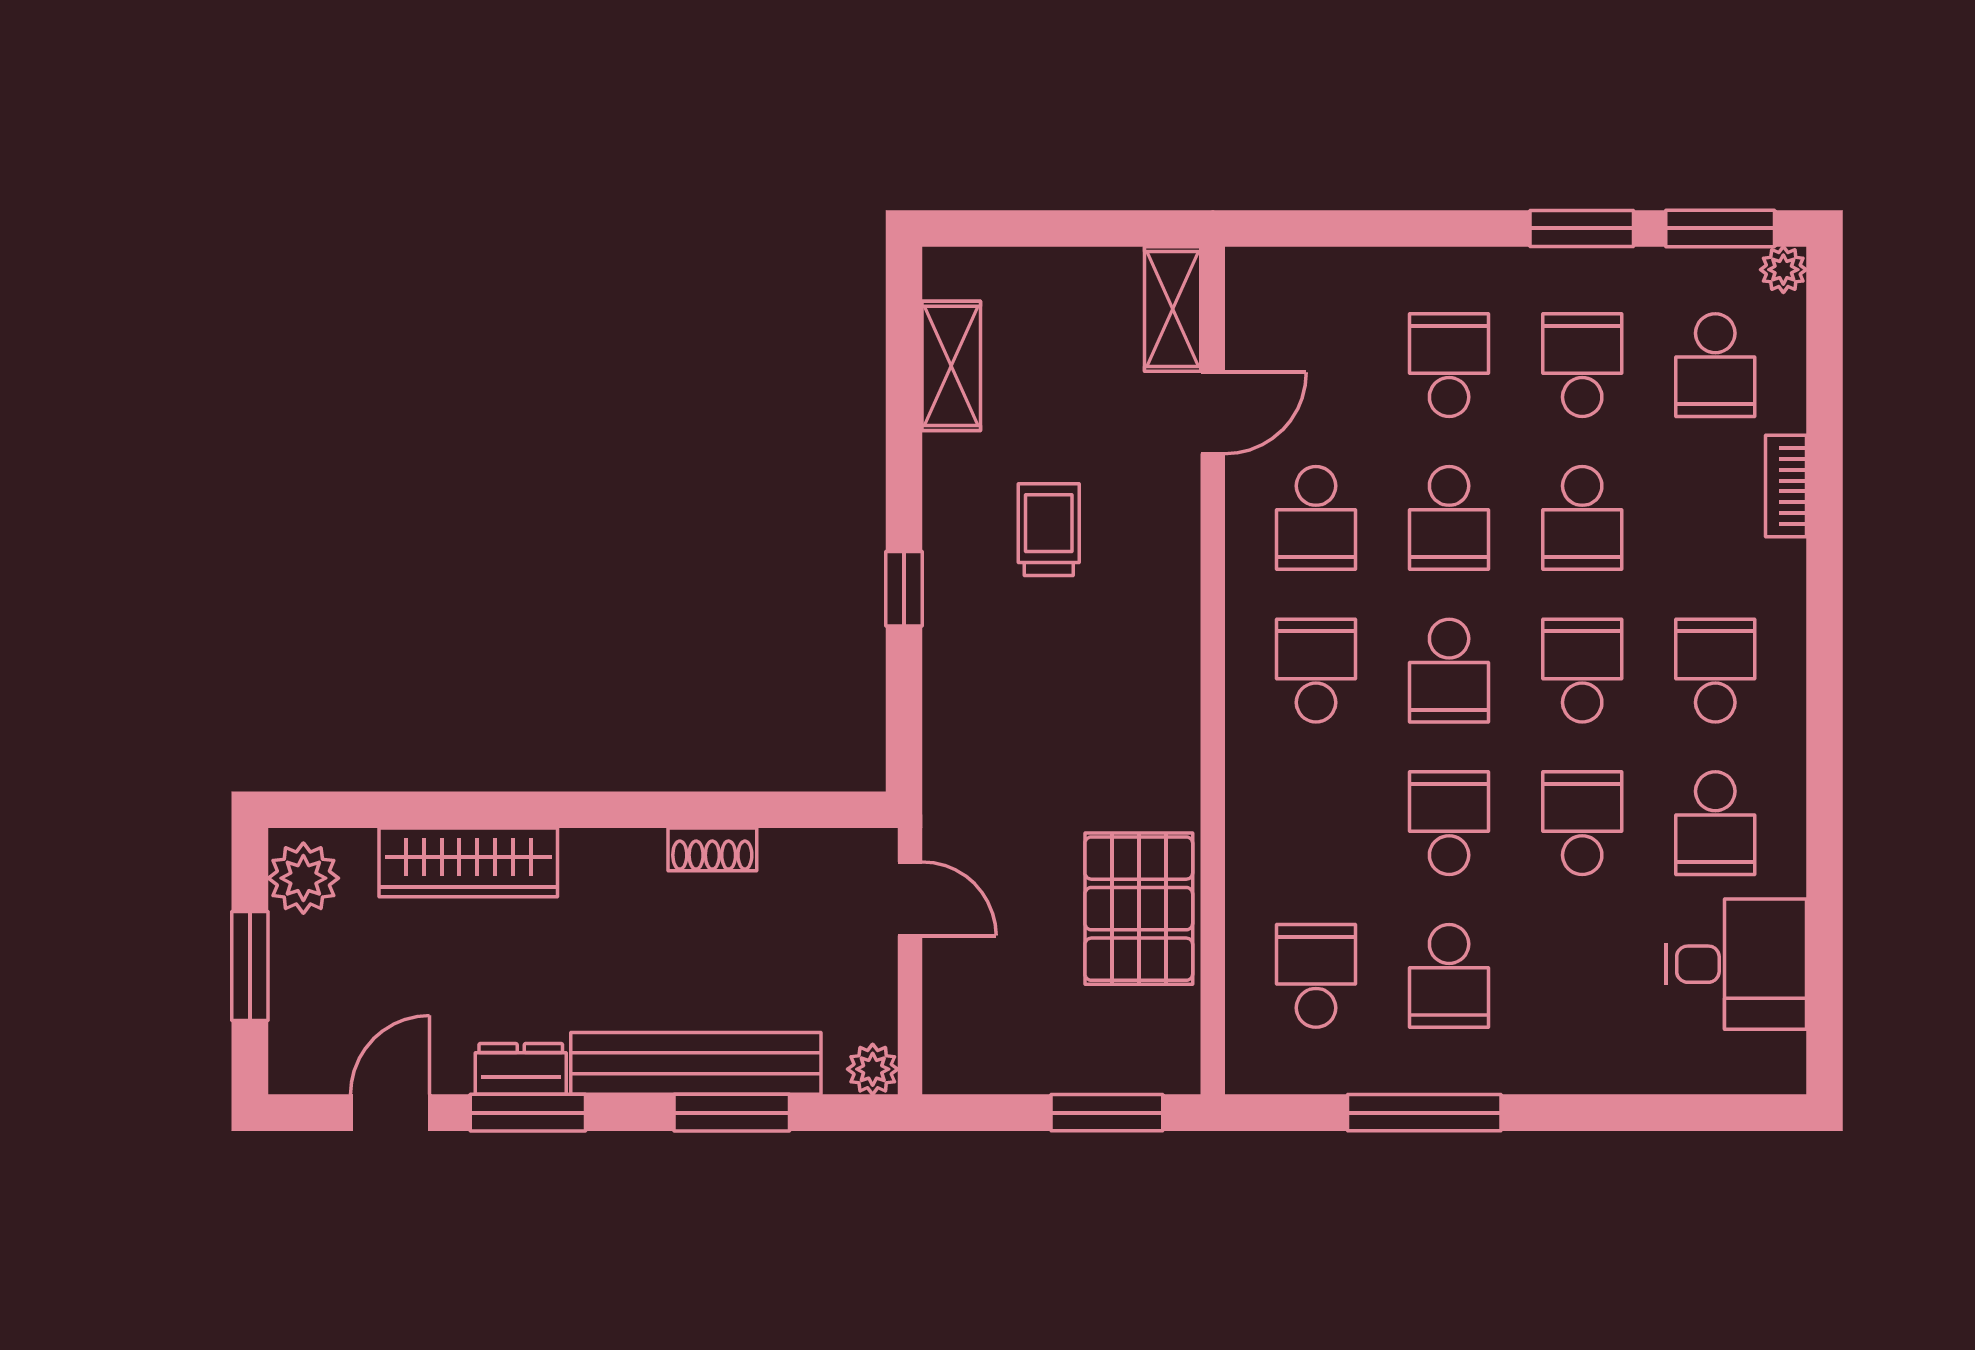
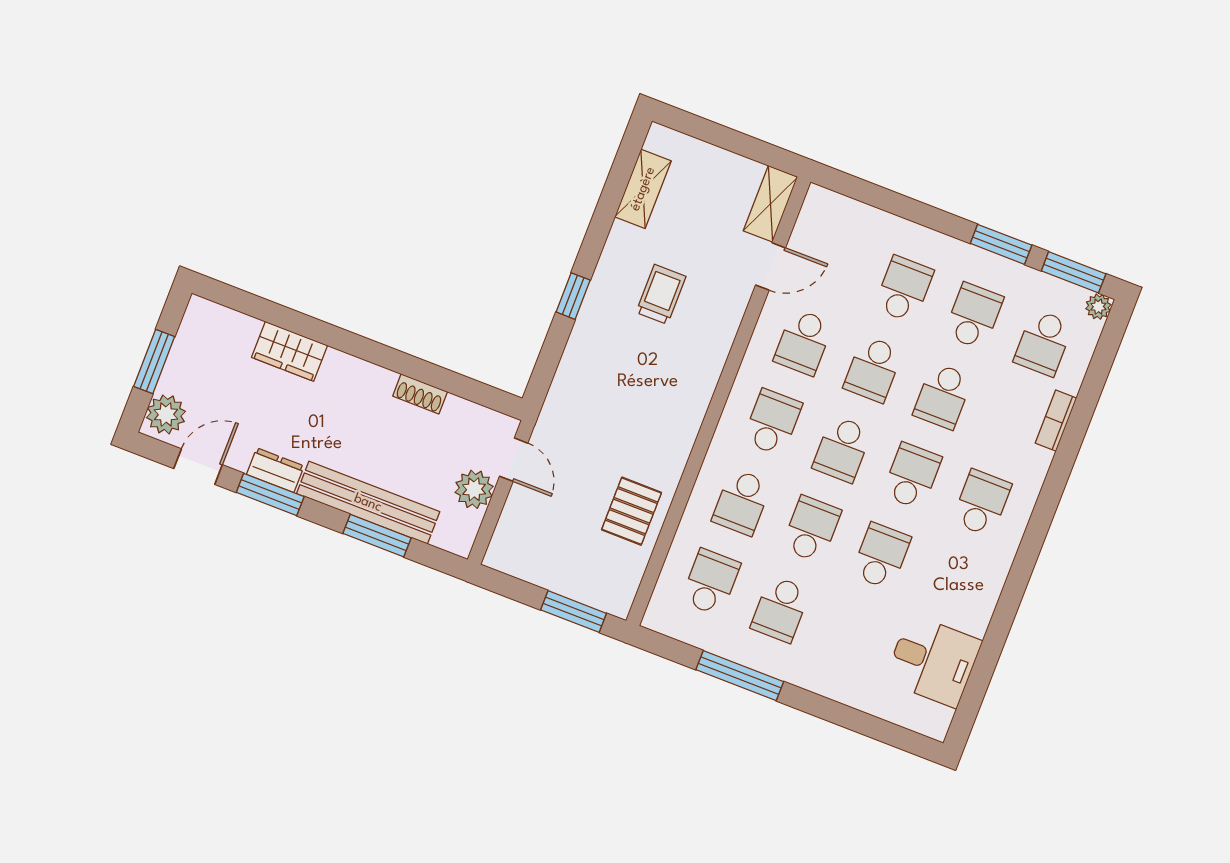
school desk: (1715, 823) -> (742, 502), moved
wardrobe: (468, 862) -> (290, 351), width x0.67
plant: (303, 878) -> (166, 414), moved
pallet: (1139, 909) -> (632, 511), width x0.67, depth x0.71
plant: (873, 1069) -> (474, 489), moved, width x1.38, depth x1.38

